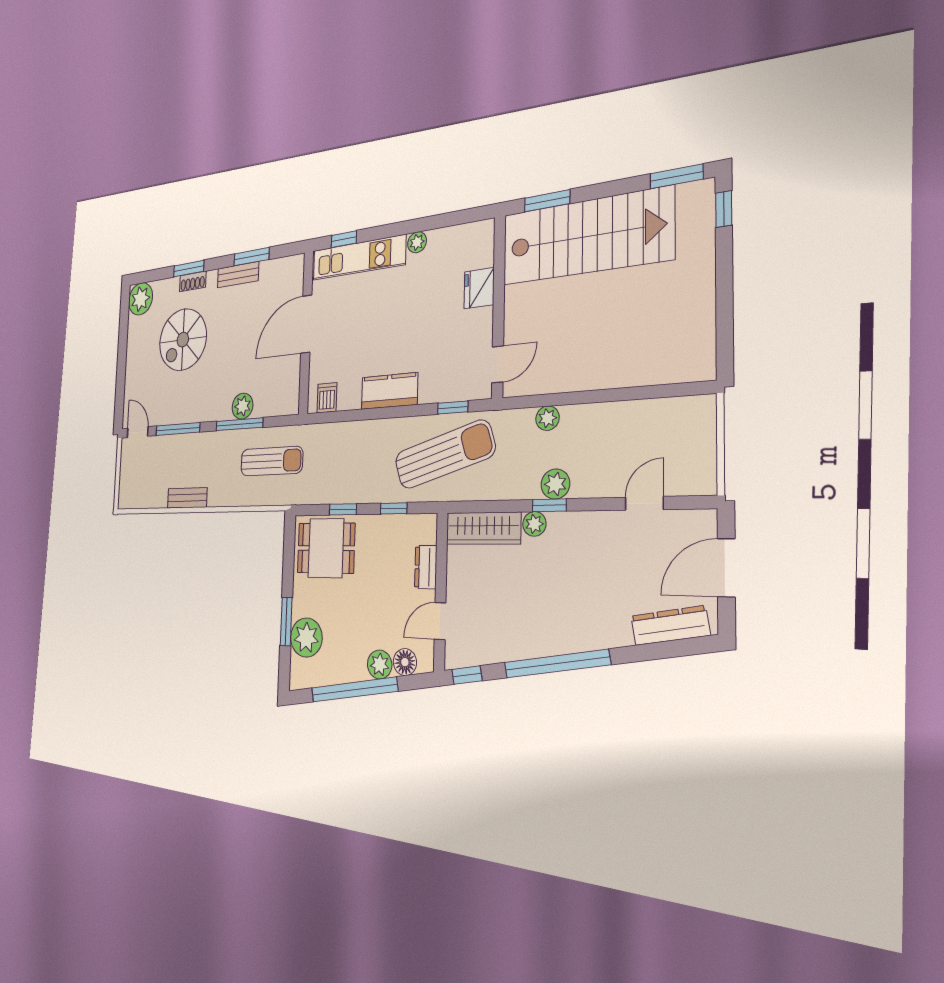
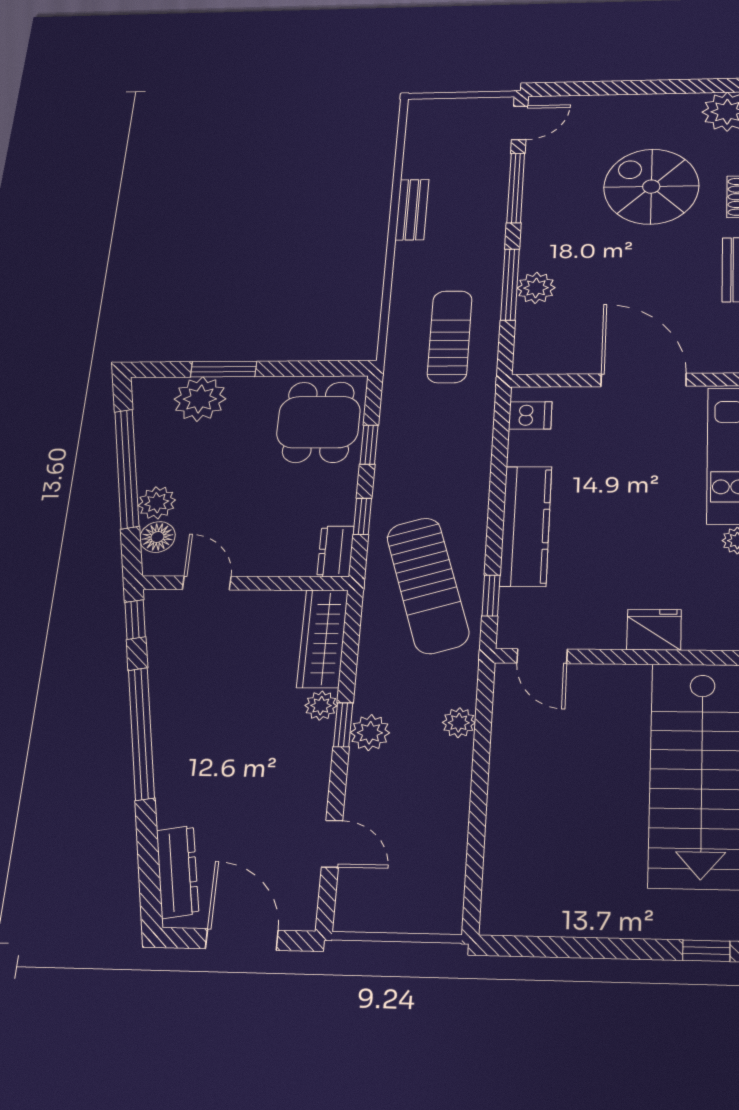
kitchen counter: (389, 391) -> (526, 526), width x1.50
sun lounger: (271, 461) -> (450, 337), turned 180
dresser: (426, 567) -> (336, 551), moved, turned -90

